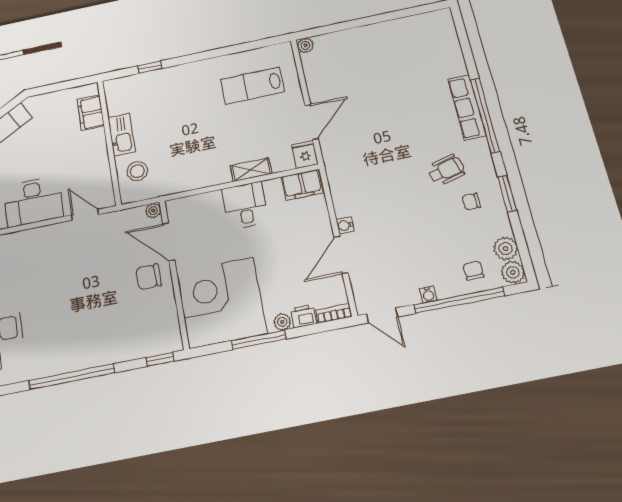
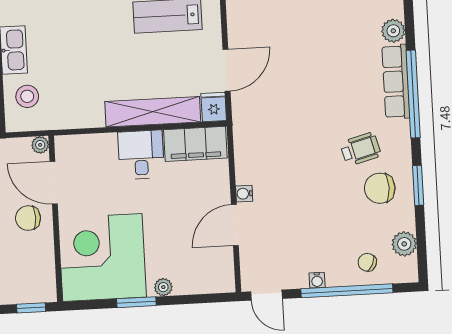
shelving: (251, 170) -> (153, 112), width x2.20, depth x1.33
filing cabinet: (302, 185) -> (195, 144), width x1.50, depth x1.17
chair: (471, 202) -> (380, 188), width x1.87, depth x1.87
chair: (473, 271) -> (367, 262), turned -65
plant: (513, 272) -> (393, 31), moved
bookcase: (334, 314) -> (218, 286), removed
printer: (303, 316) -> (186, 284), removed
window: (259, 340) -> (136, 302), width x0.69

